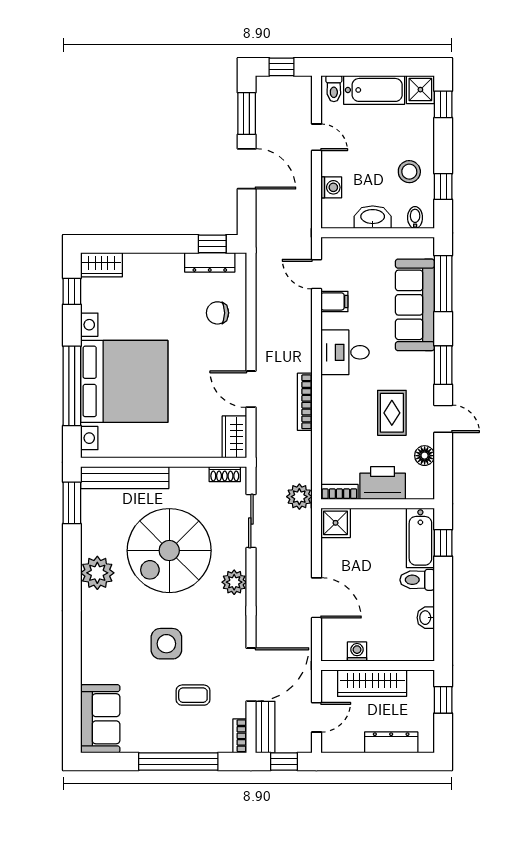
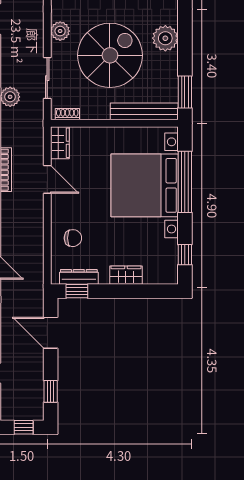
window: (247, 113) -> (51, 391), width x0.67
door: (247, 169) -> (51, 333), moved
wardrobe: (102, 265) -> (126, 275), moved

